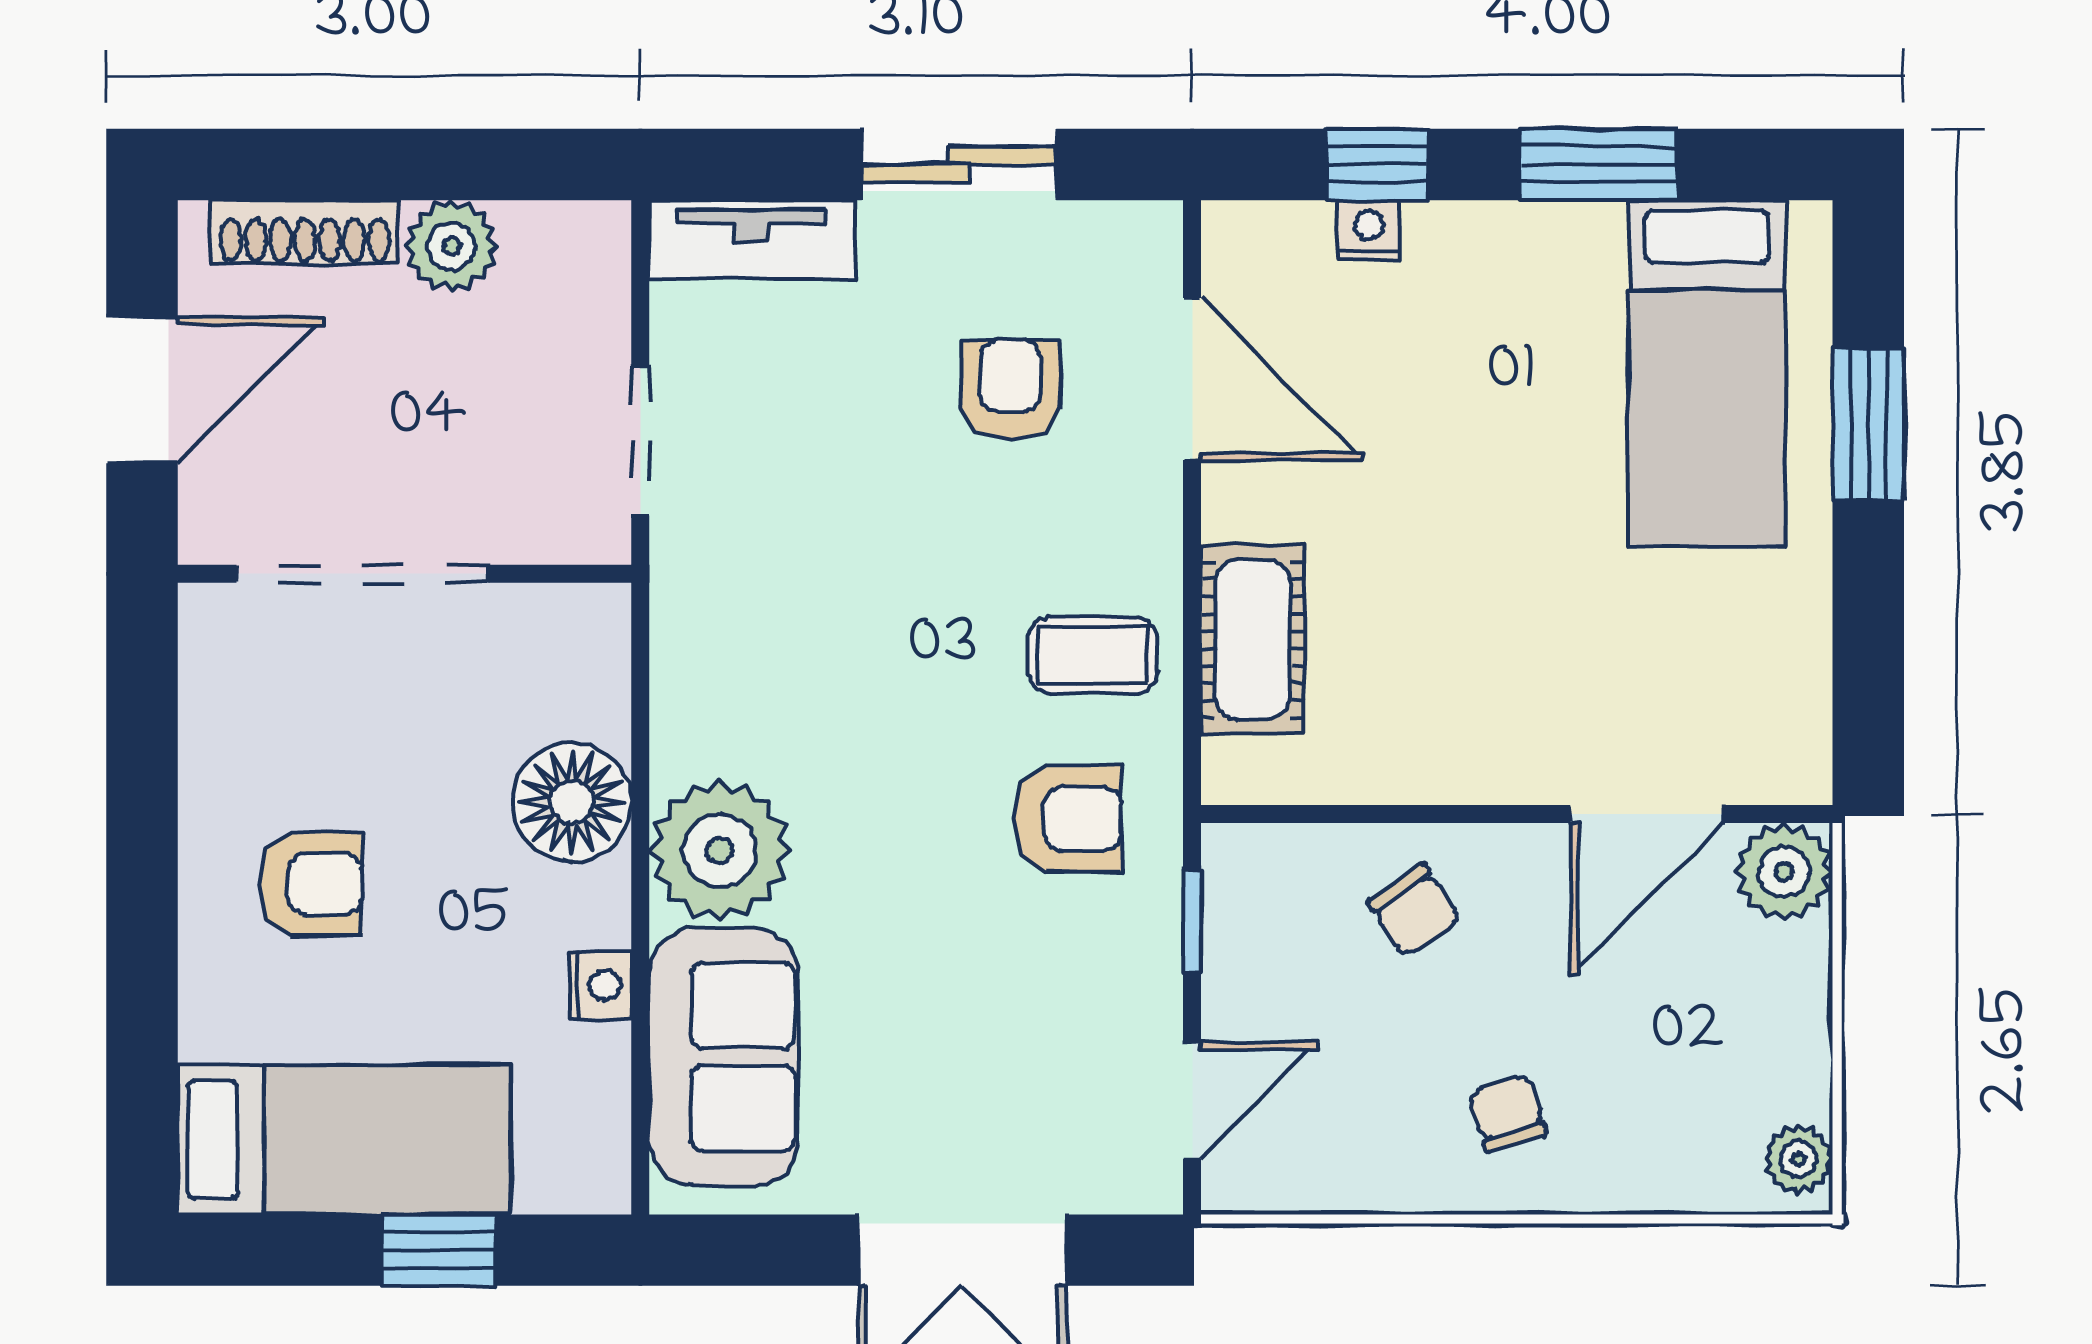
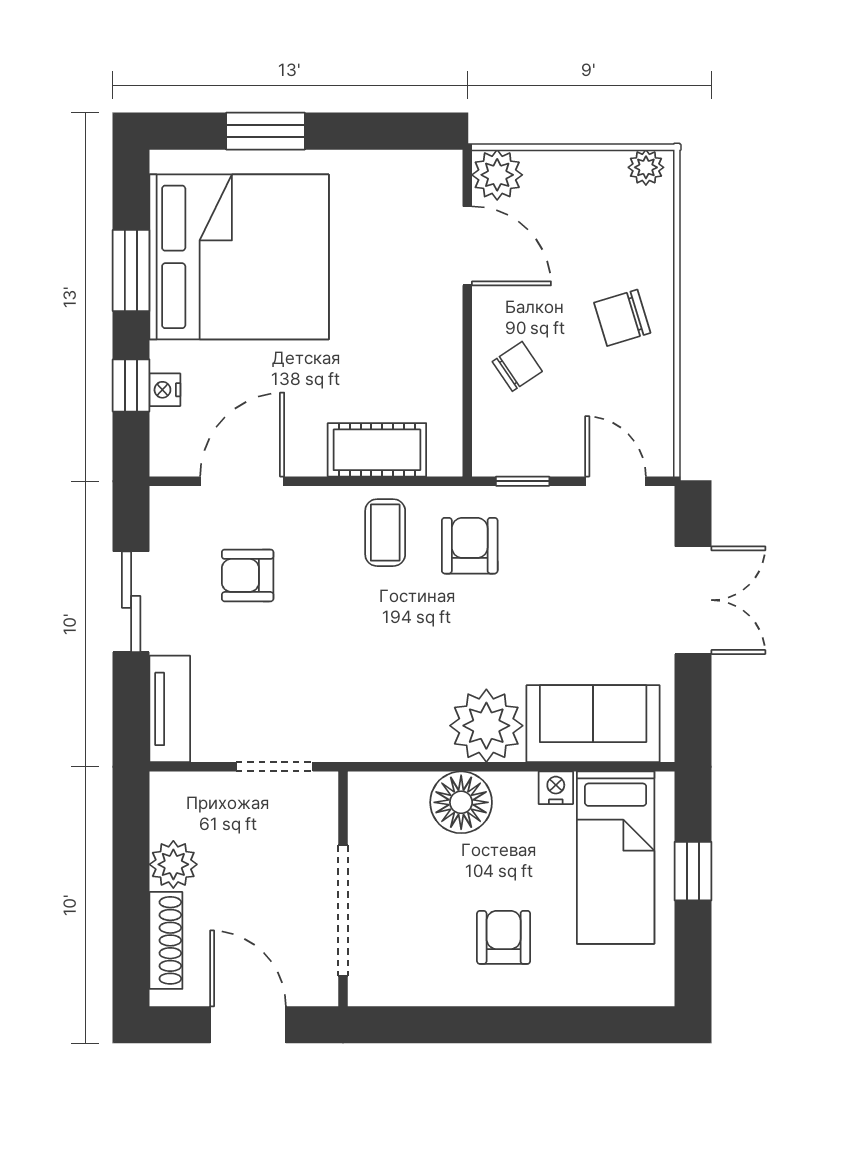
bed: (1707, 373) -> (239, 257), width x2.04
chair: (1508, 1113) -> (622, 318), width x1.37, depth x1.37
bed: (344, 1140) -> (616, 858), moved, turned 180

